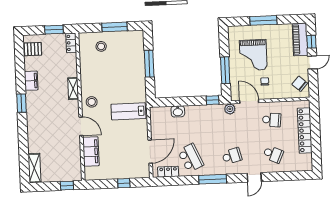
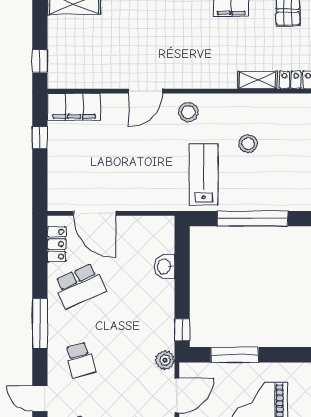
stool: (101, 46) -> (248, 144), moved
window: (149, 64) -> (253, 219), width x1.46
shelving: (73, 88) -> (257, 80), moved
lab bench: (128, 111) -> (204, 174), moved
filing cabinet: (91, 151) -> (74, 107), moved
window: (124, 183) -> (40, 138), moved

